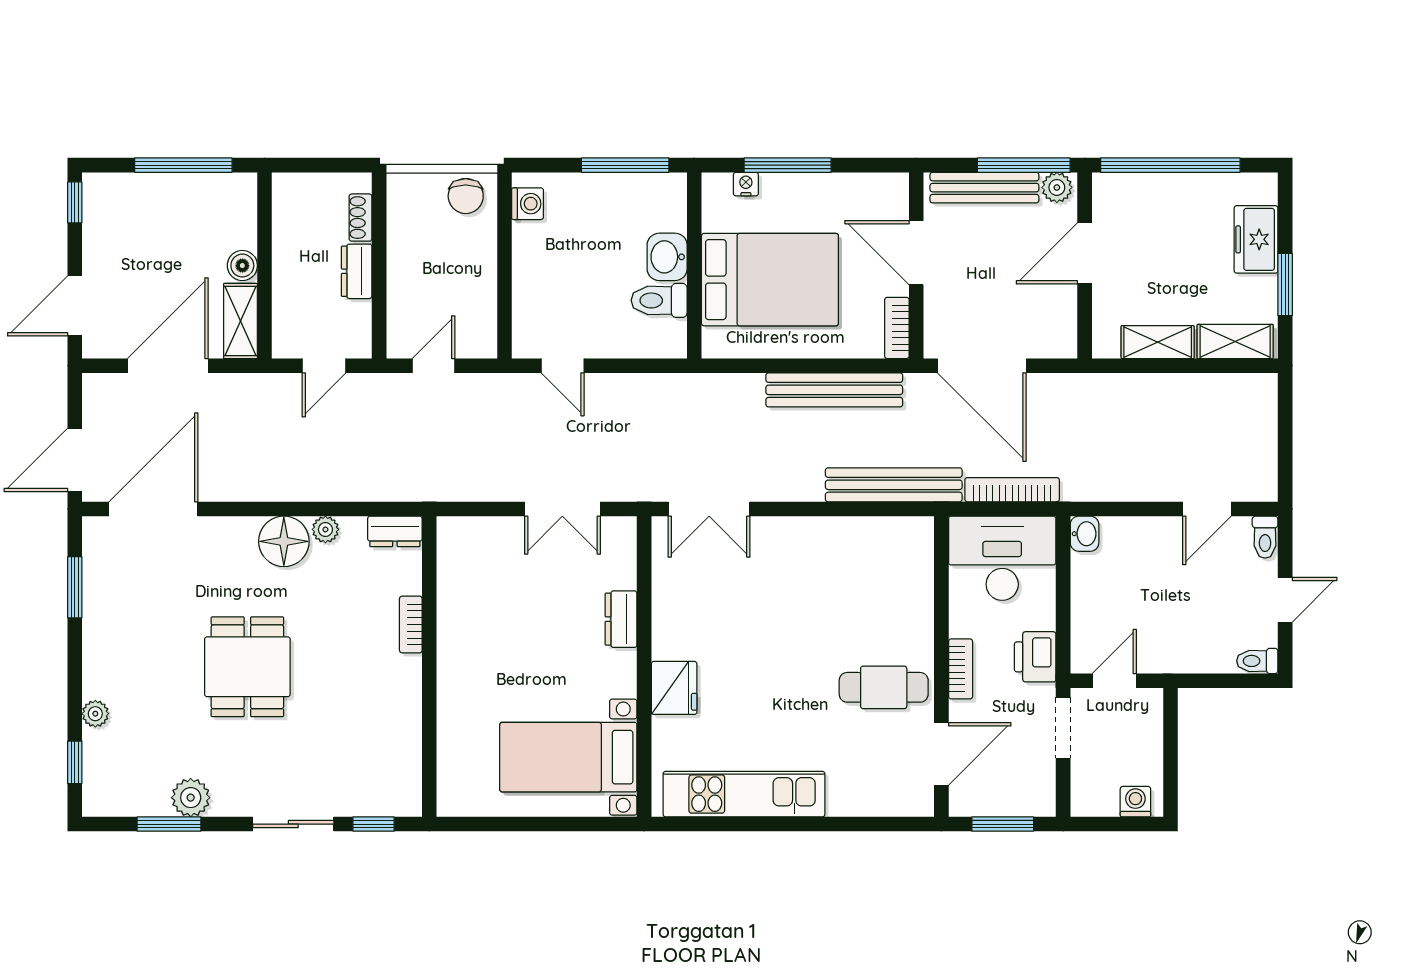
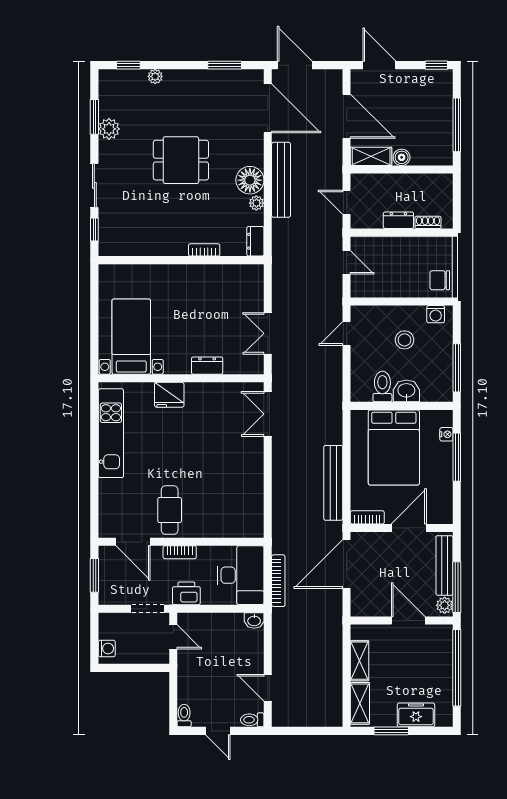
stool: (574, 260) -> (405, 340), added
bench: (894, 485) -> (281, 180), moved

